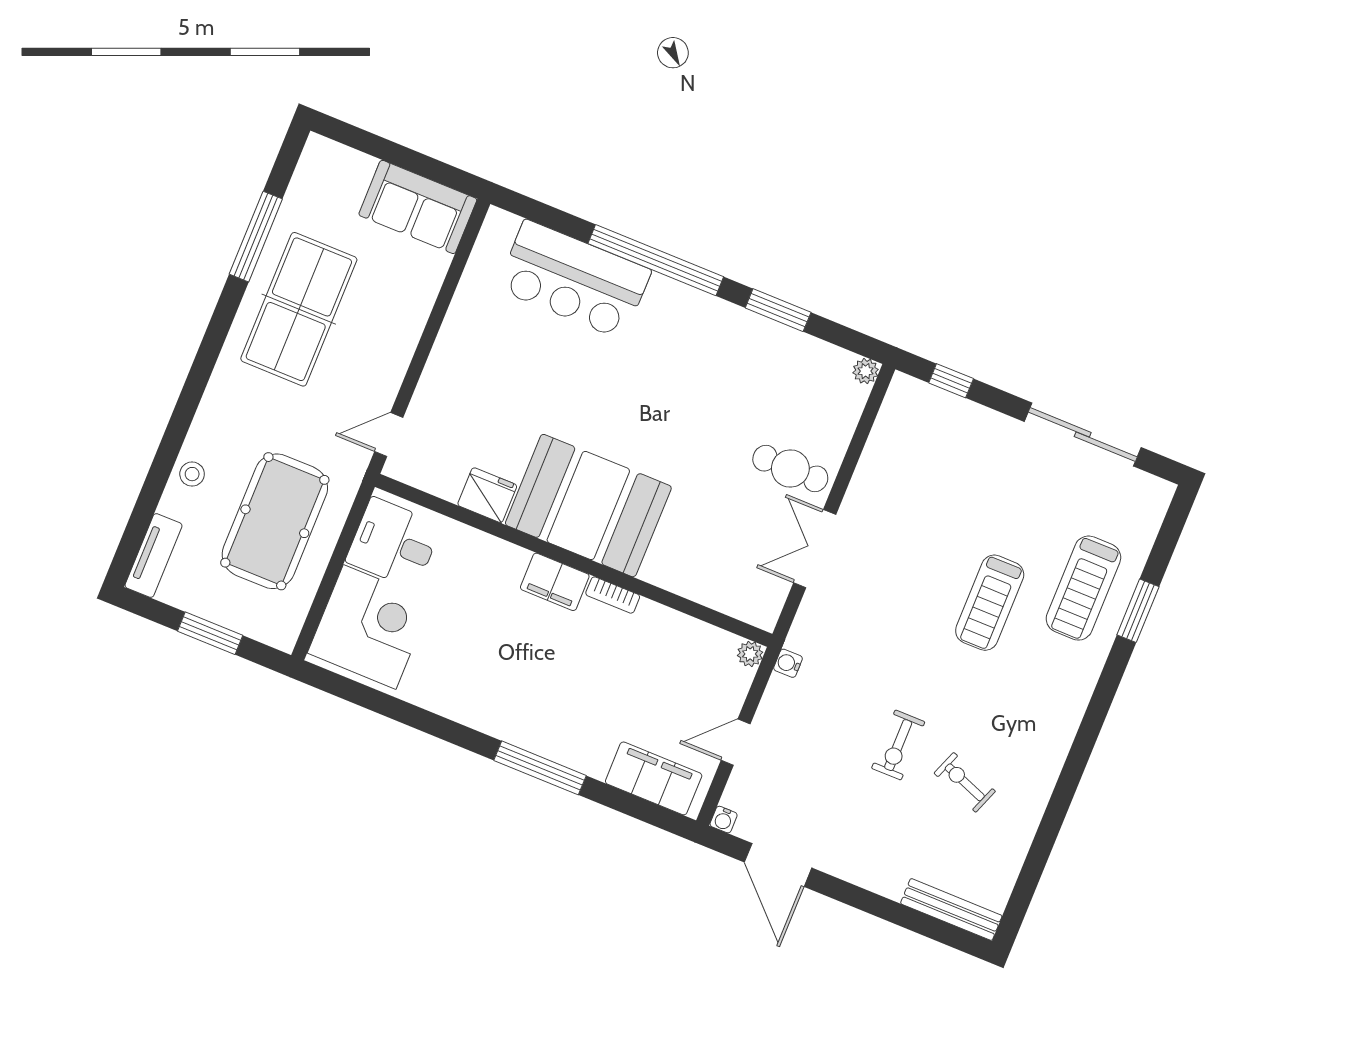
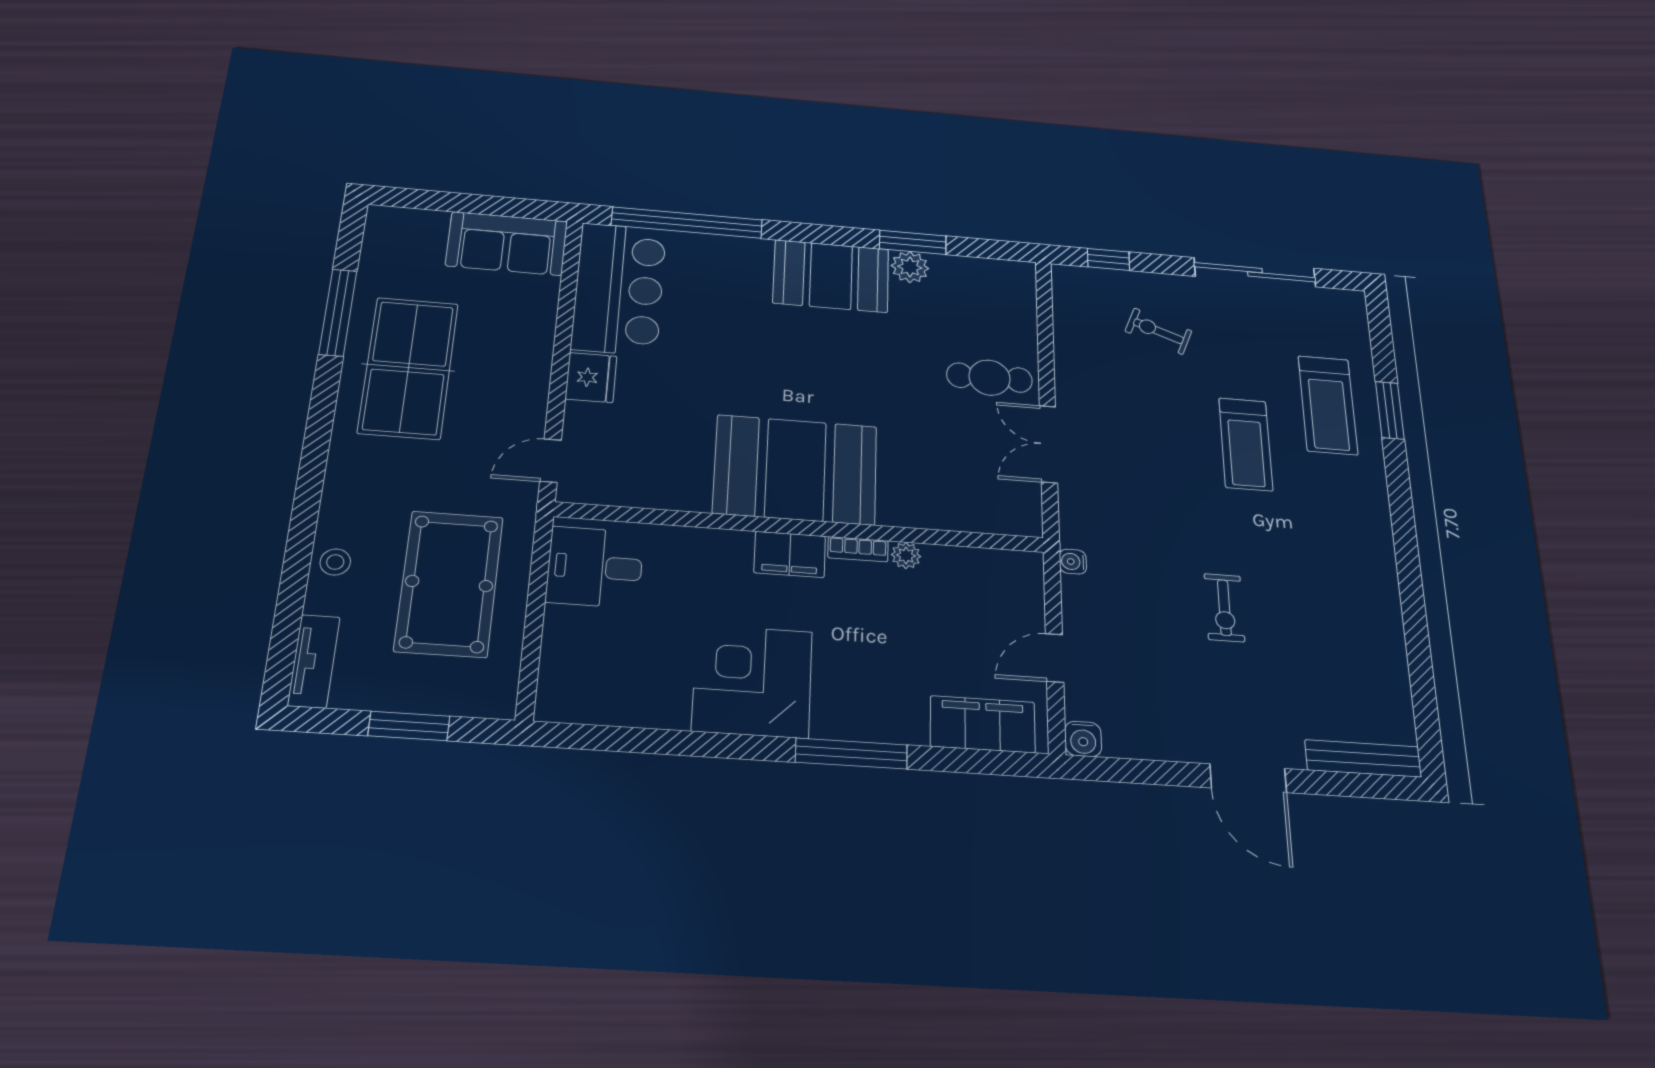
window: (656, 260) -> (687, 223), moved
bar counter: (574, 280) -> (619, 289), moved, turned -90
booth: (690, 324) -> (831, 276), added
plant: (866, 371) -> (910, 267), moved, width x1.38, depth x1.38
fridge: (487, 495) -> (591, 378), moved, turned 90
corner desk: (370, 627) -> (752, 681), moved, turned -90
plant: (750, 654) -> (906, 555), moved
exercise bike: (965, 782) -> (1158, 331), moved
water cooler: (724, 820) -> (1083, 739), width x1.38, depth x1.38
door: (778, 865) -> (1248, 778), moved

